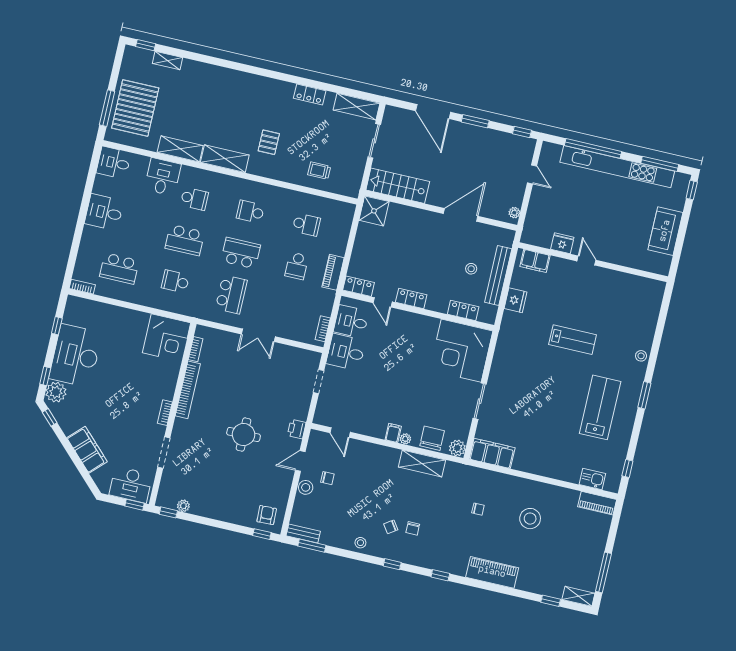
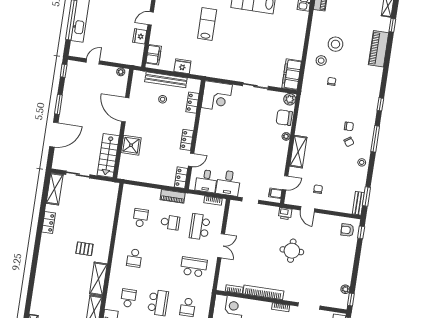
trolley: (319, 171) -> (102, 212), removed
shower: (374, 211) -> (131, 145), moved
school desk: (241, 253) -> (200, 227), moved
corner desk: (461, 351) -> (217, 96), width x0.74, depth x0.74
filing cabinet: (393, 433) -> (275, 193), moved
shelving: (422, 463) -> (298, 152), moved
stool: (306, 487) -> (321, 61), moved
window: (392, 564) -> (375, 139), width x2.17
piano: (492, 572) -> (378, 49), moved

